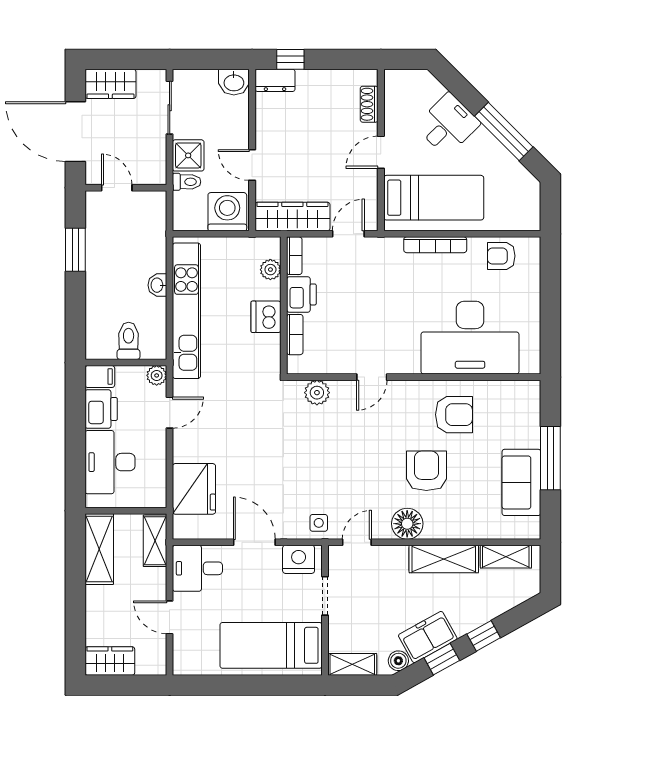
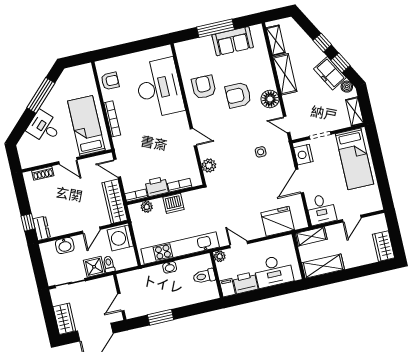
washbasin: (234, 82) -> (65, 245), moved, turned 90
armchair: (501, 256) -> (110, 81), turned -90
side table: (319, 523) -> (261, 152), moved

